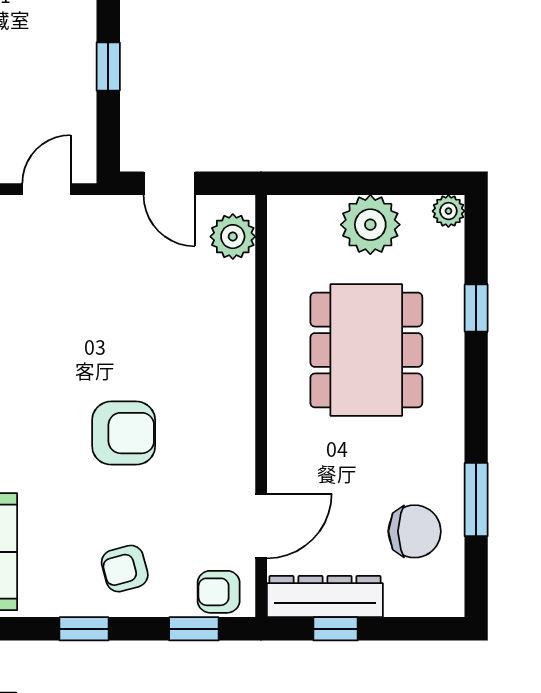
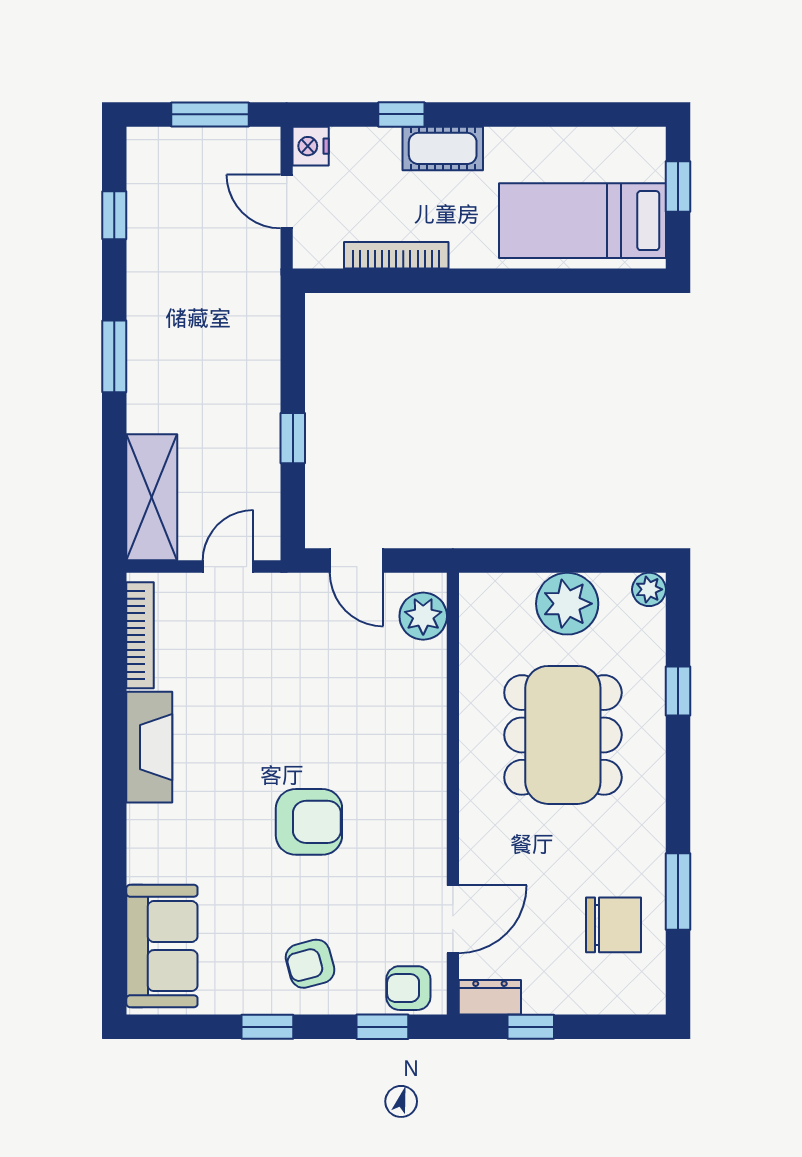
dresser: (325, 596) -> (490, 997), width x0.51, depth x0.80

